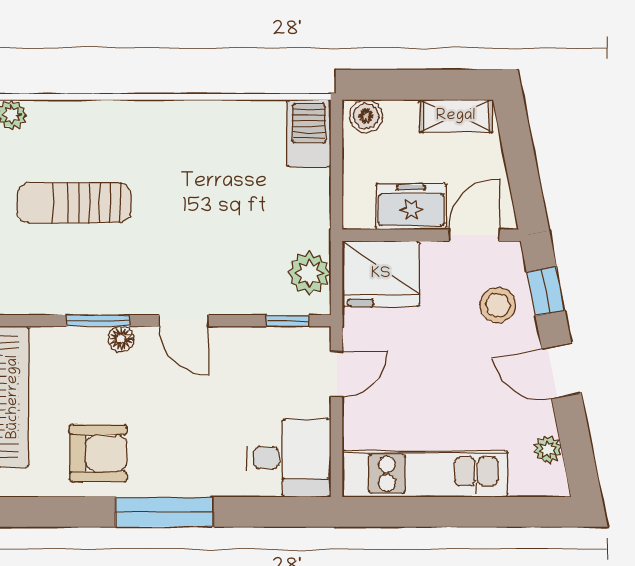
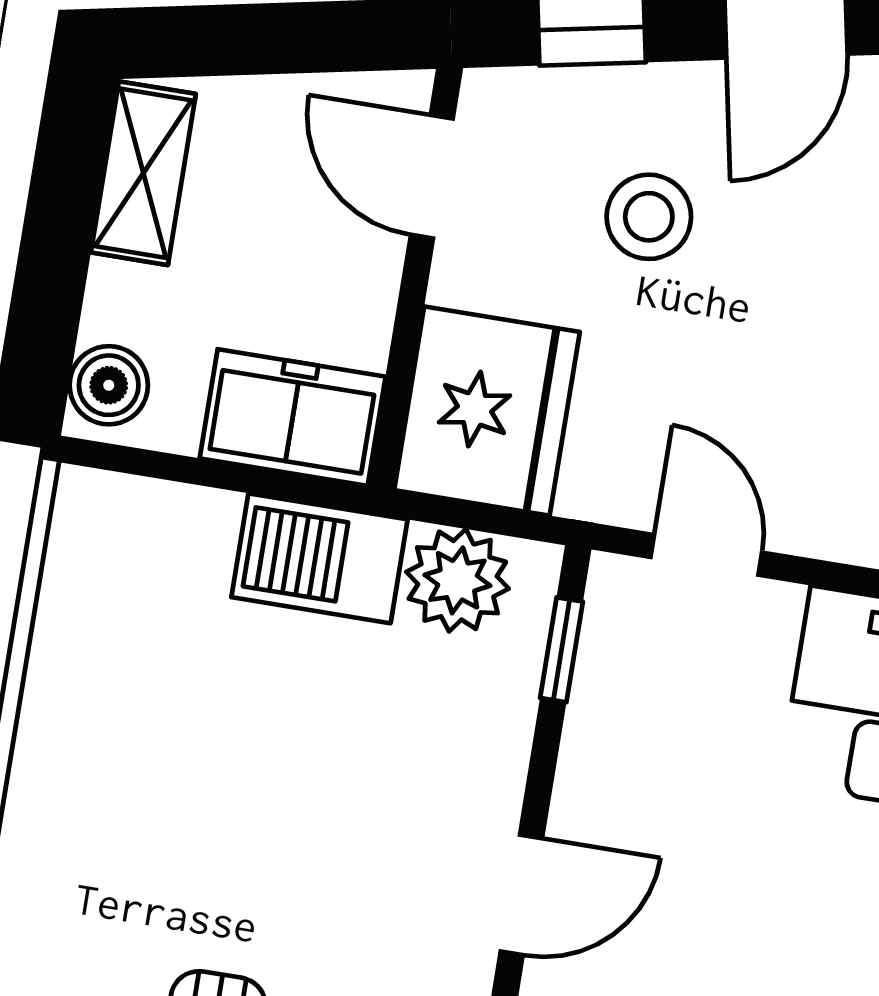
barbecue: (309, 133) -> (319, 558), moved
freezer: (411, 206) -> (293, 417), moved, turned 90
stool: (498, 305) -> (649, 217), moved

